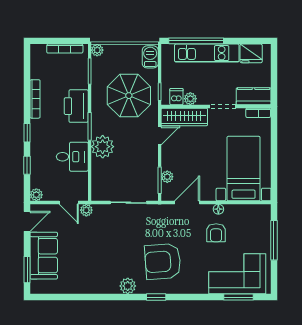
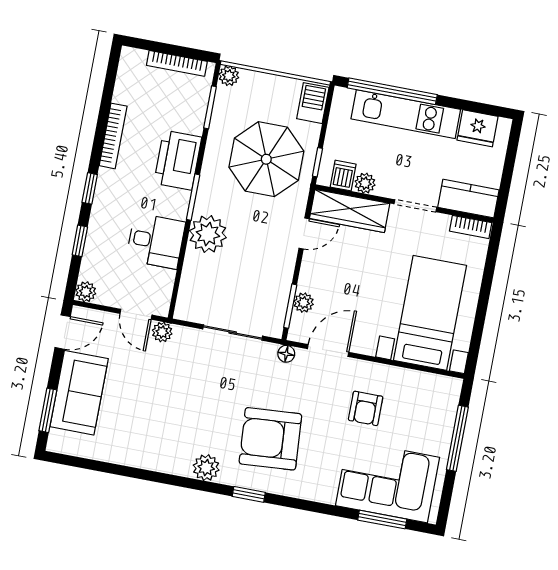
floor lamp: (218, 209) -> (286, 354), moved

